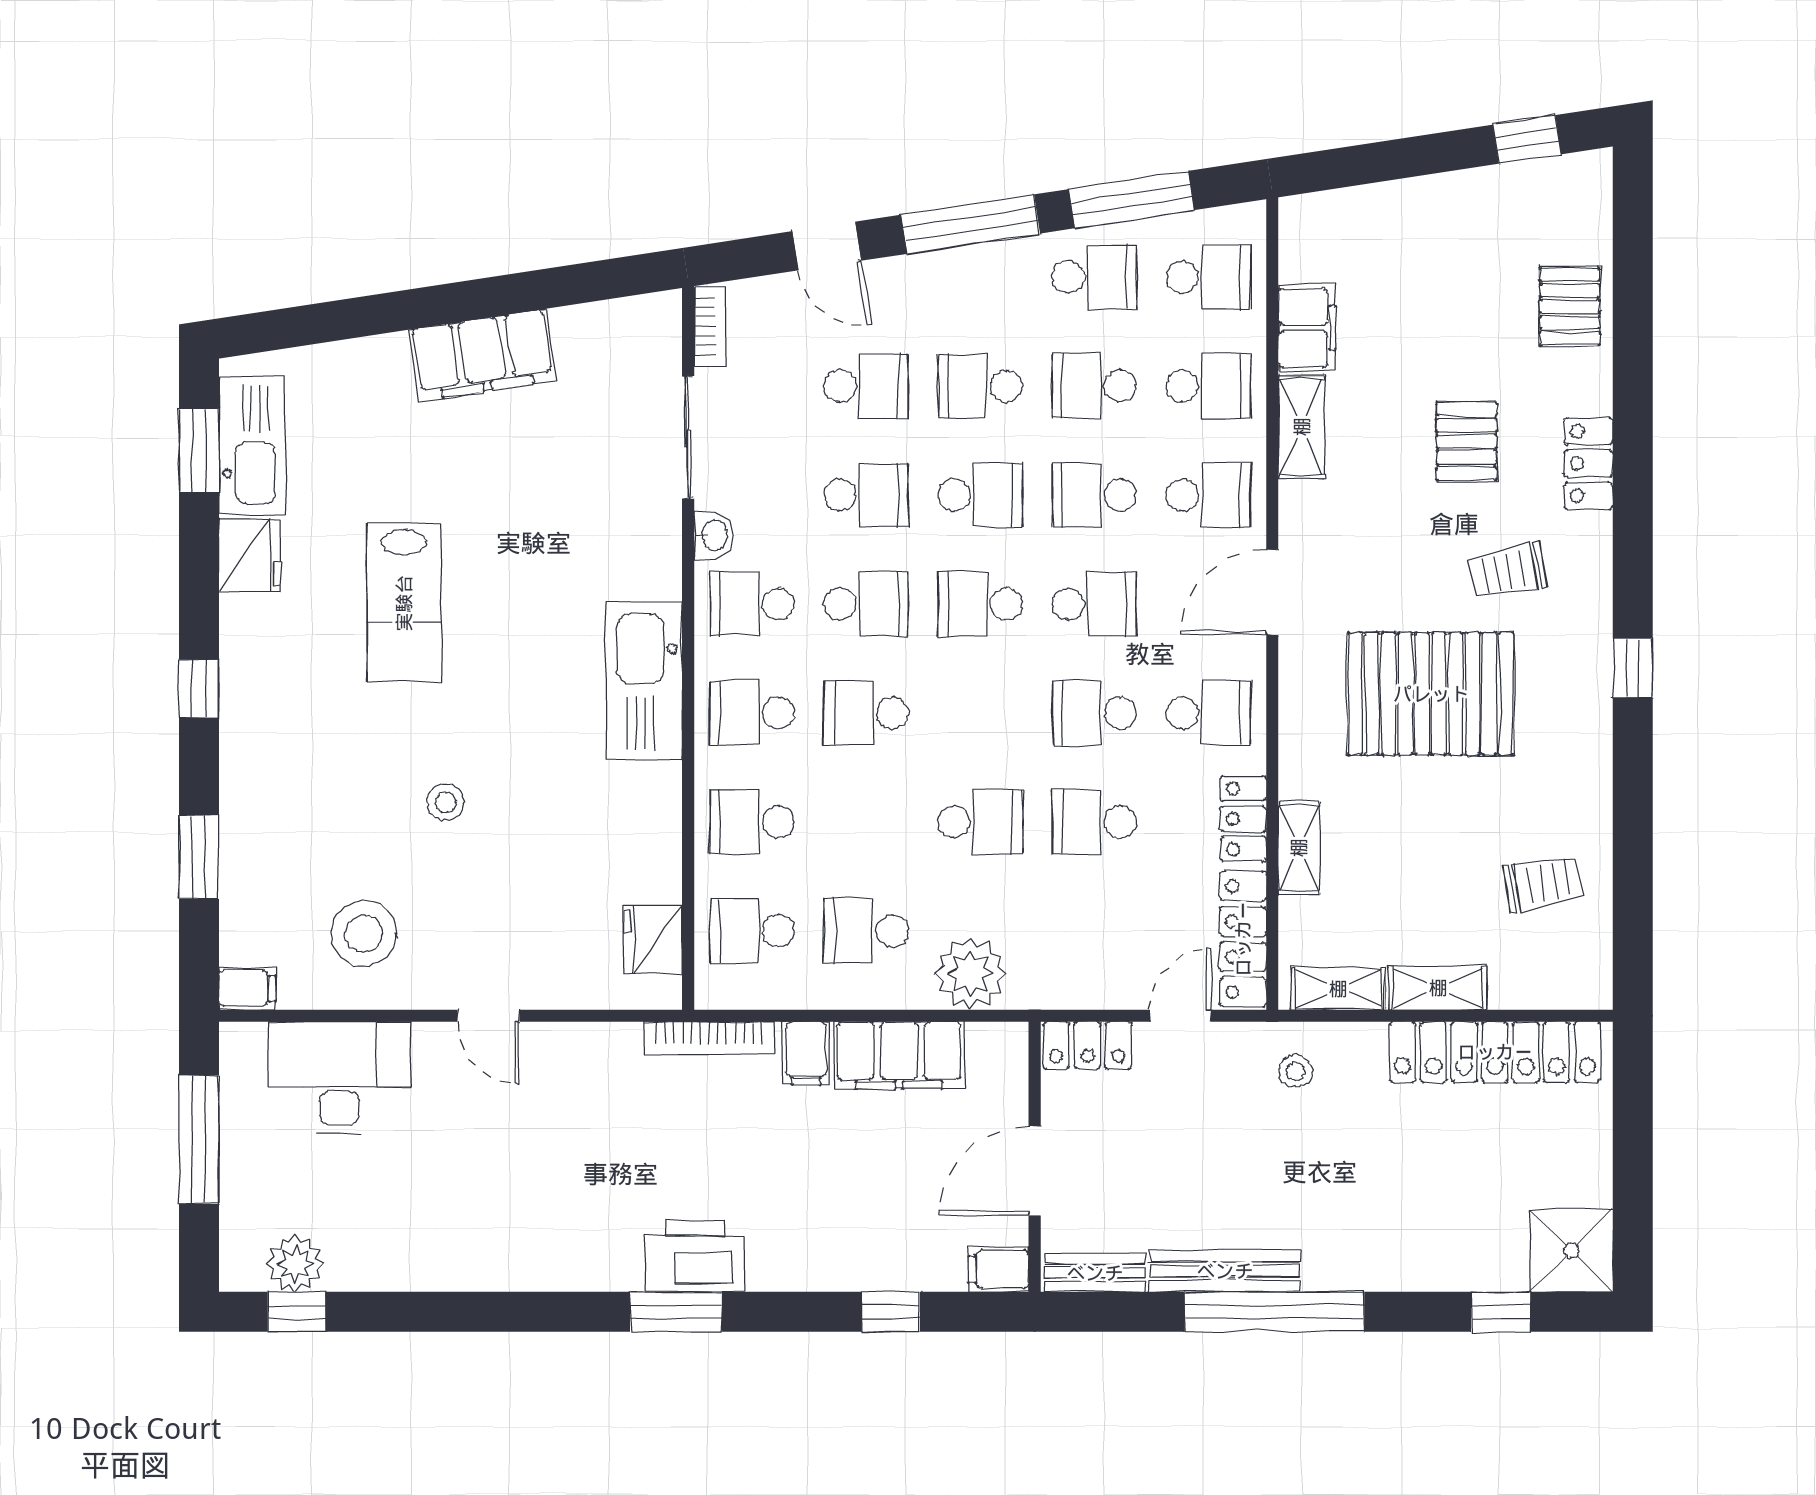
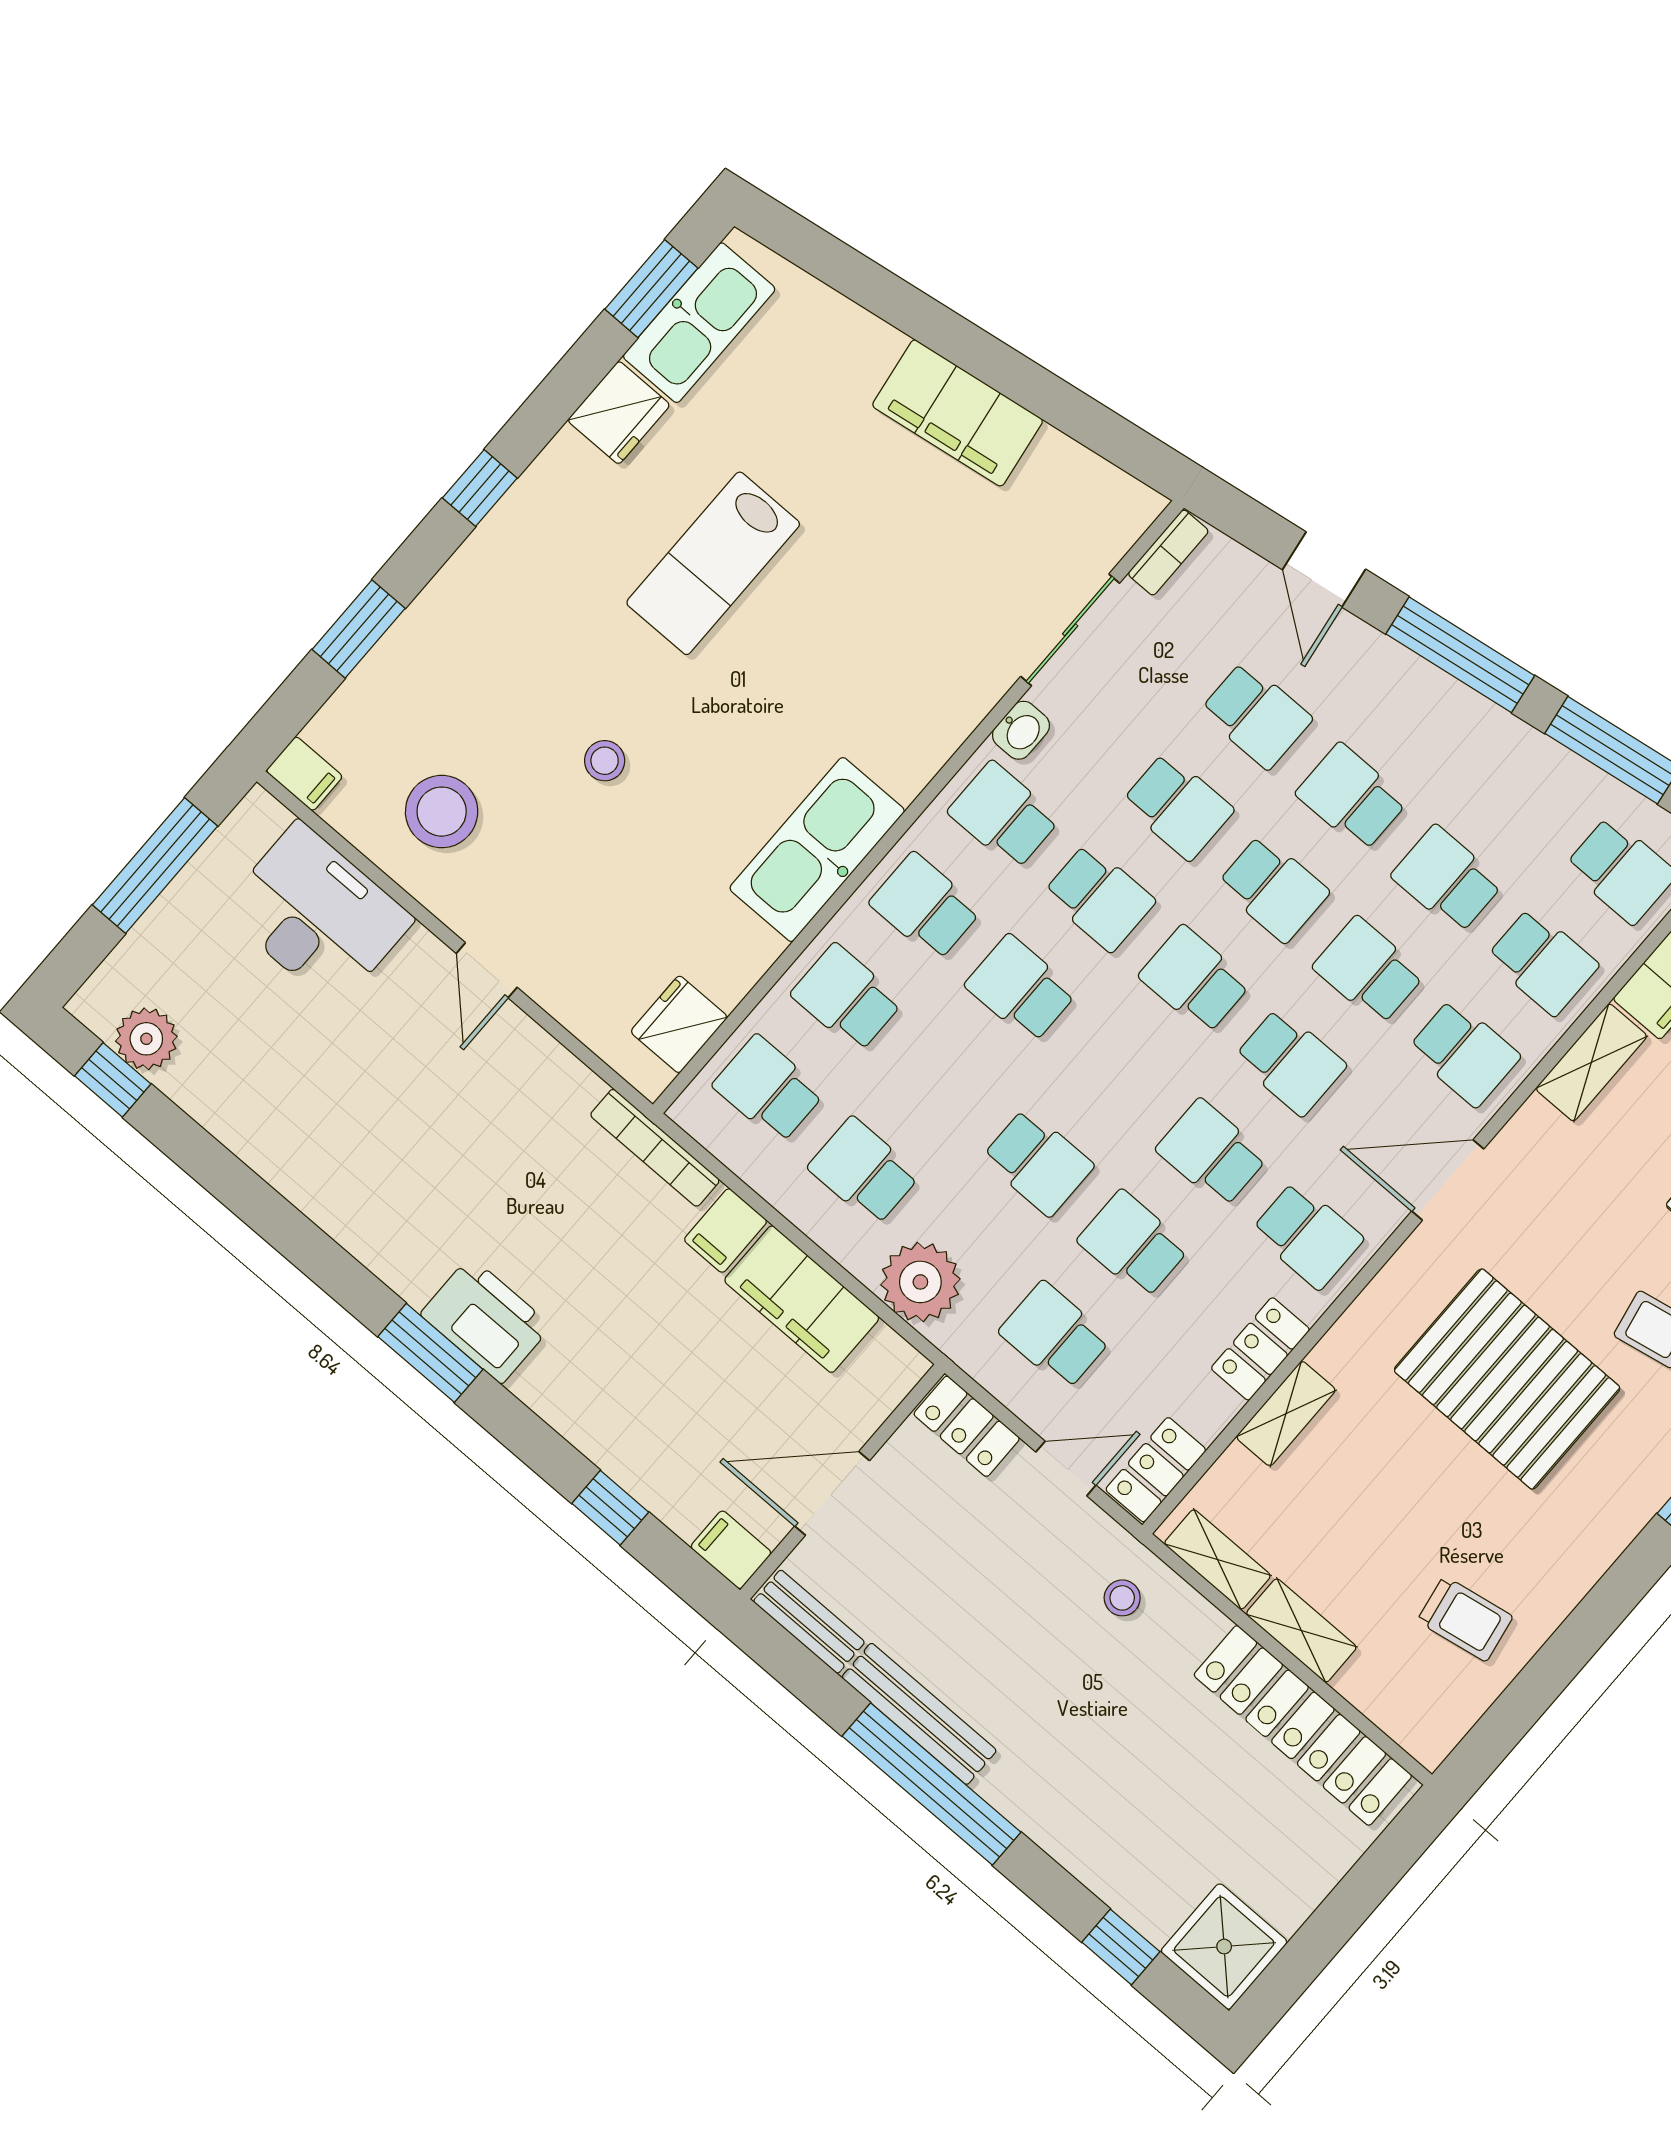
school desk: (1094, 277) -> (1055, 1335), moved, turned 180
kitchen sink: (644, 680) -> (817, 849), moved
locker: (1243, 939) -> (1156, 1470), width x0.66

